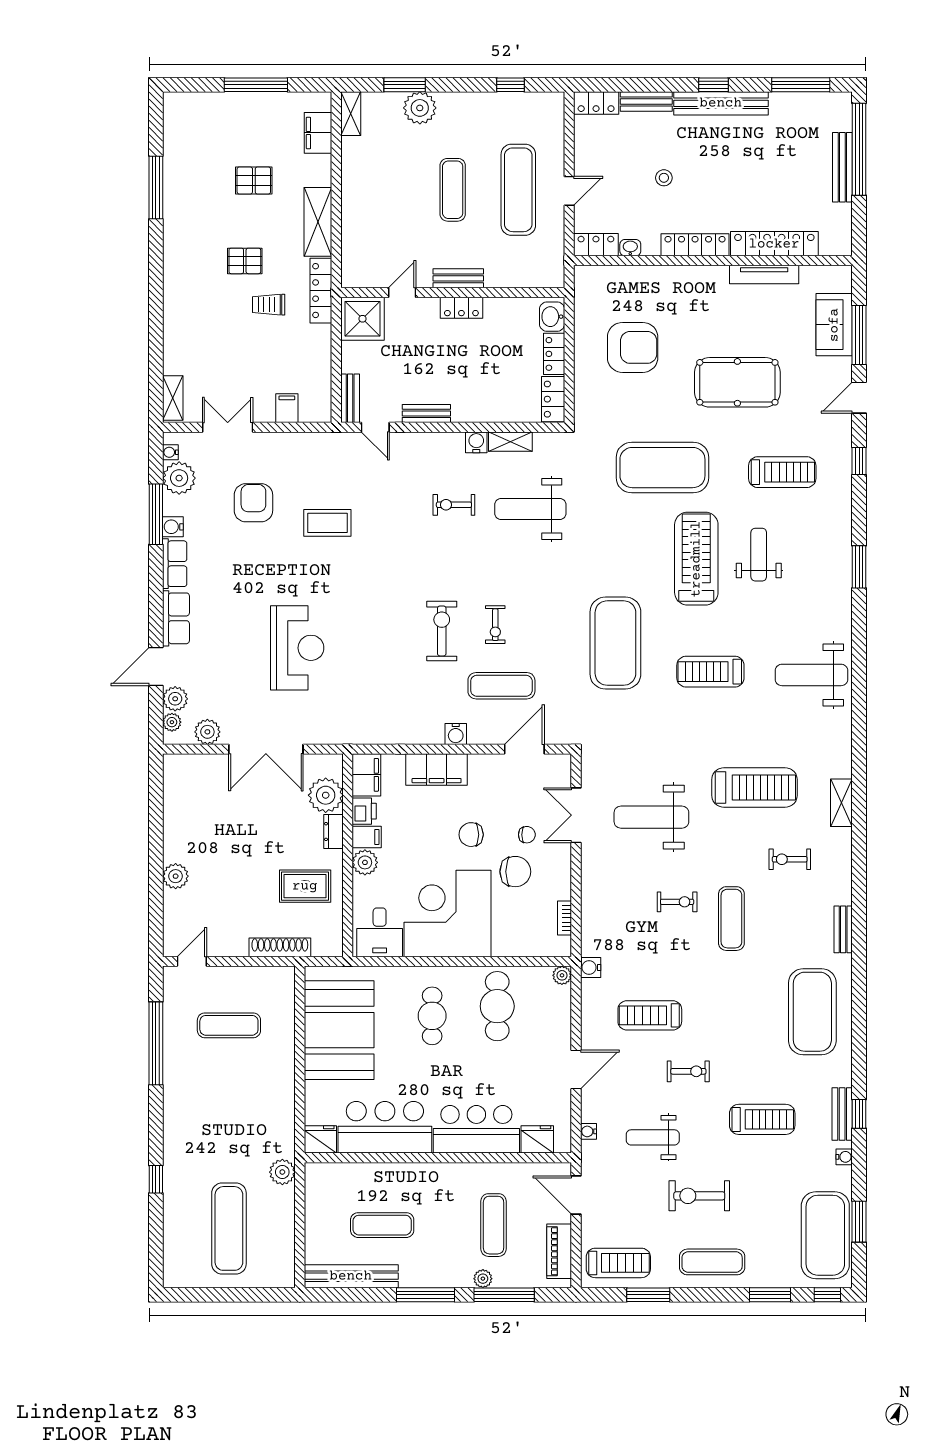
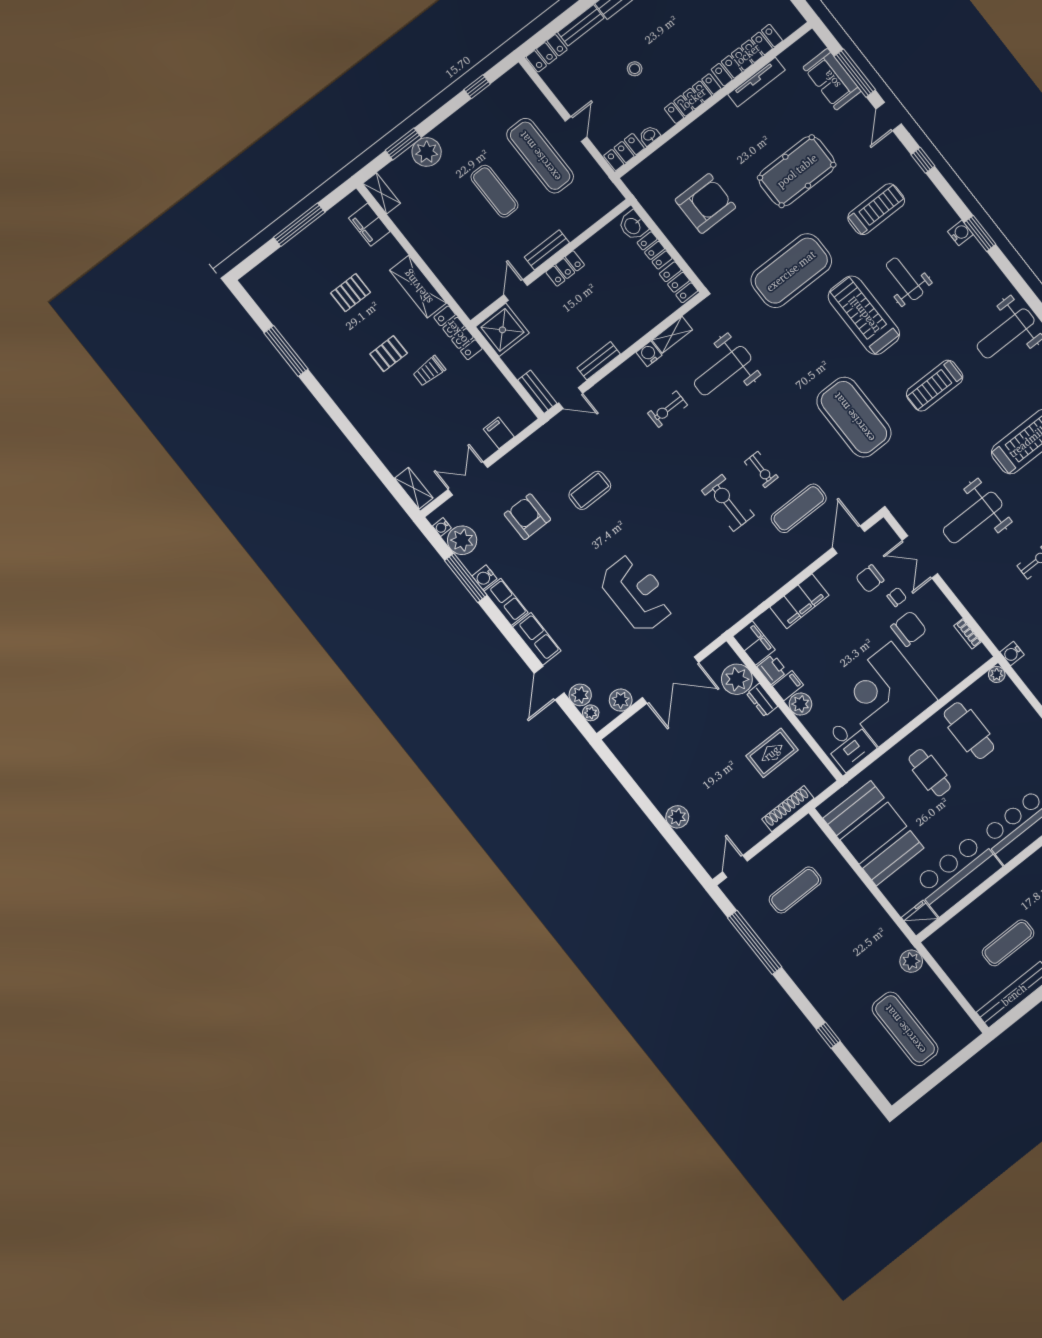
water cooler: (456, 734) -> (960, 233), moved, turned -90
chair: (471, 835) -> (870, 579), moved

